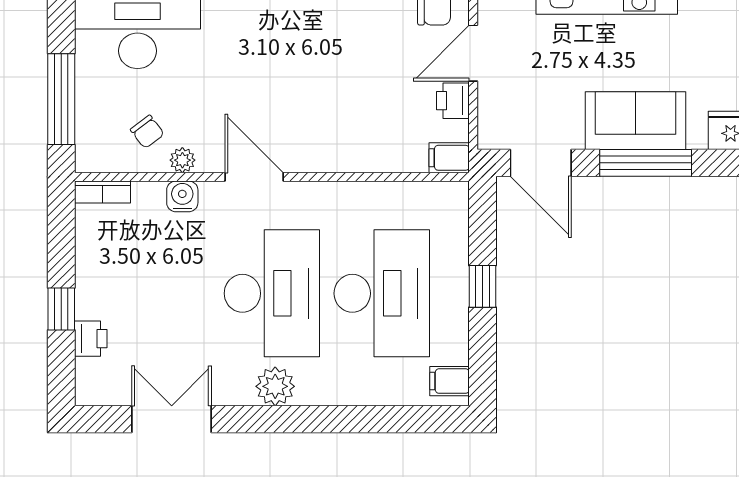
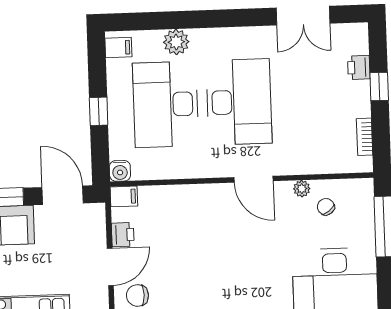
bookcase: (102, 192) -> (365, 137), moved, turned -90
water cooler: (182, 196) -> (120, 171), moved
desk: (272, 293) -> (239, 102), turned 180
plant: (275, 386) -> (176, 42), moved

